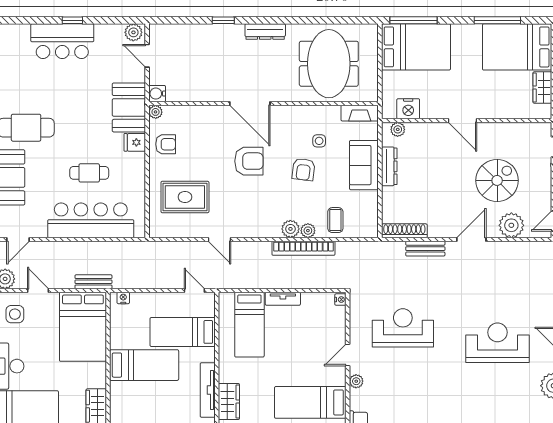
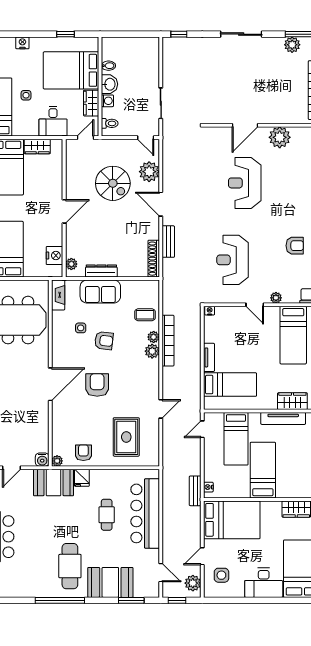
spiral stairs: (497, 180) -> (113, 183), turned 180
bench: (93, 282) -> (195, 491), moved
armchair: (420, 404) -> (295, 246), added

